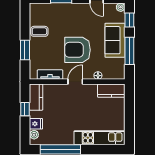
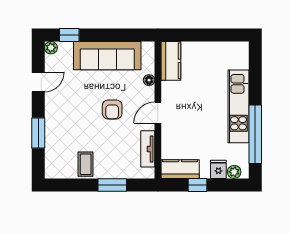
sofa: (115, 40) -> (107, 56), width x1.36
armchair: (78, 50) -> (112, 109), width x0.53, depth x0.53
window: (129, 51) -> (114, 35), removed
door: (75, 82) -> (158, 113), hinge flipped
kitchen unit: (100, 138) -> (239, 106), moved

